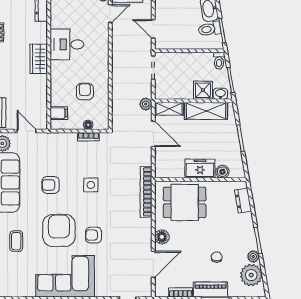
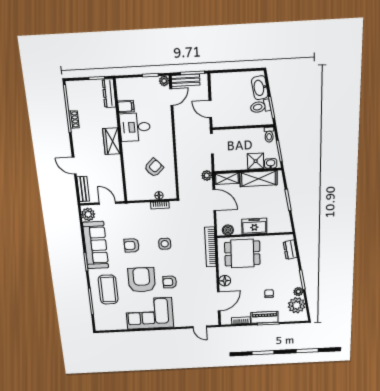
armchair: (85, 92) -> (154, 168), turned 47
filing cabinet: (59, 113) -> (126, 107), moved
boiler: (222, 172) -> (228, 230), moved
coffee table: (16, 241) -> (108, 290), width x1.86, depth x1.72

